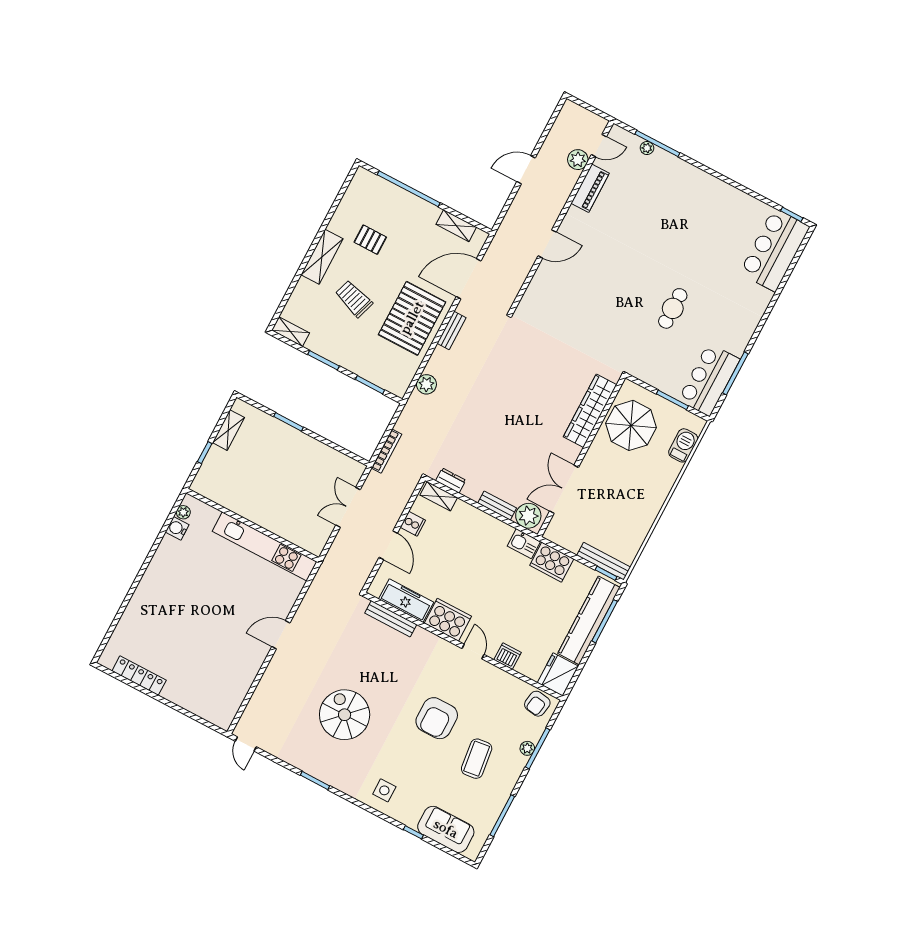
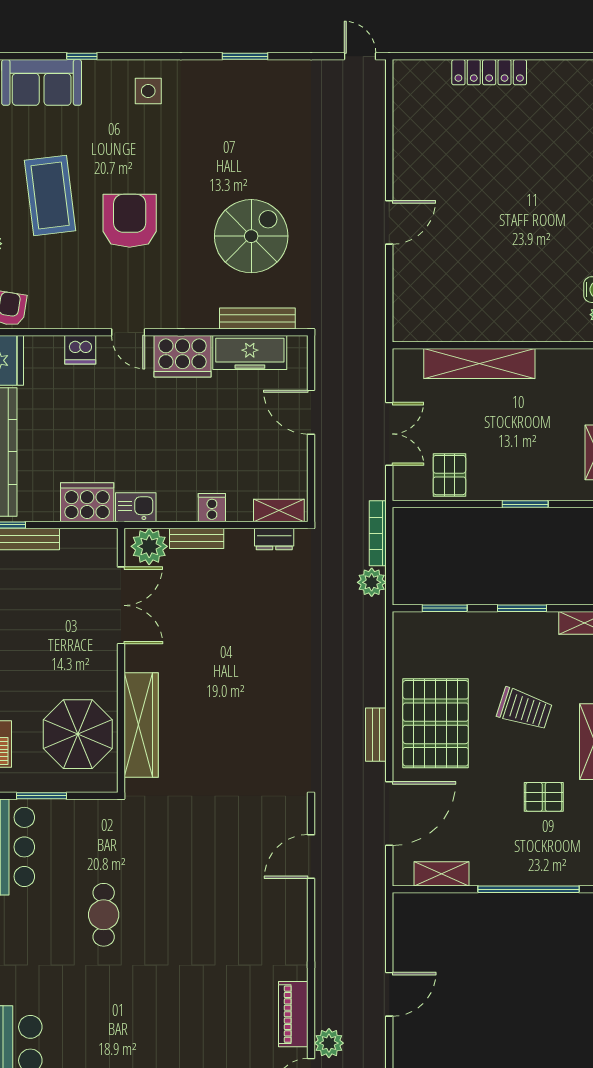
door: (547, 244) -> (311, 857), moved
plant: (426, 384) -> (372, 582), moved
pallet: (325, 463) -> (449, 475), added
shelving: (271, 521) -> (479, 364), added
cooker: (413, 524) -> (212, 508), moved, turned 90
kitchen unit: (265, 546) -> (471, 326), removed
locker: (139, 676) -> (489, 72), moved
spiral stairs: (345, 715) -> (251, 236), moved, turned -90
coffee table: (477, 759) -> (50, 195), width x1.36, depth x1.32

